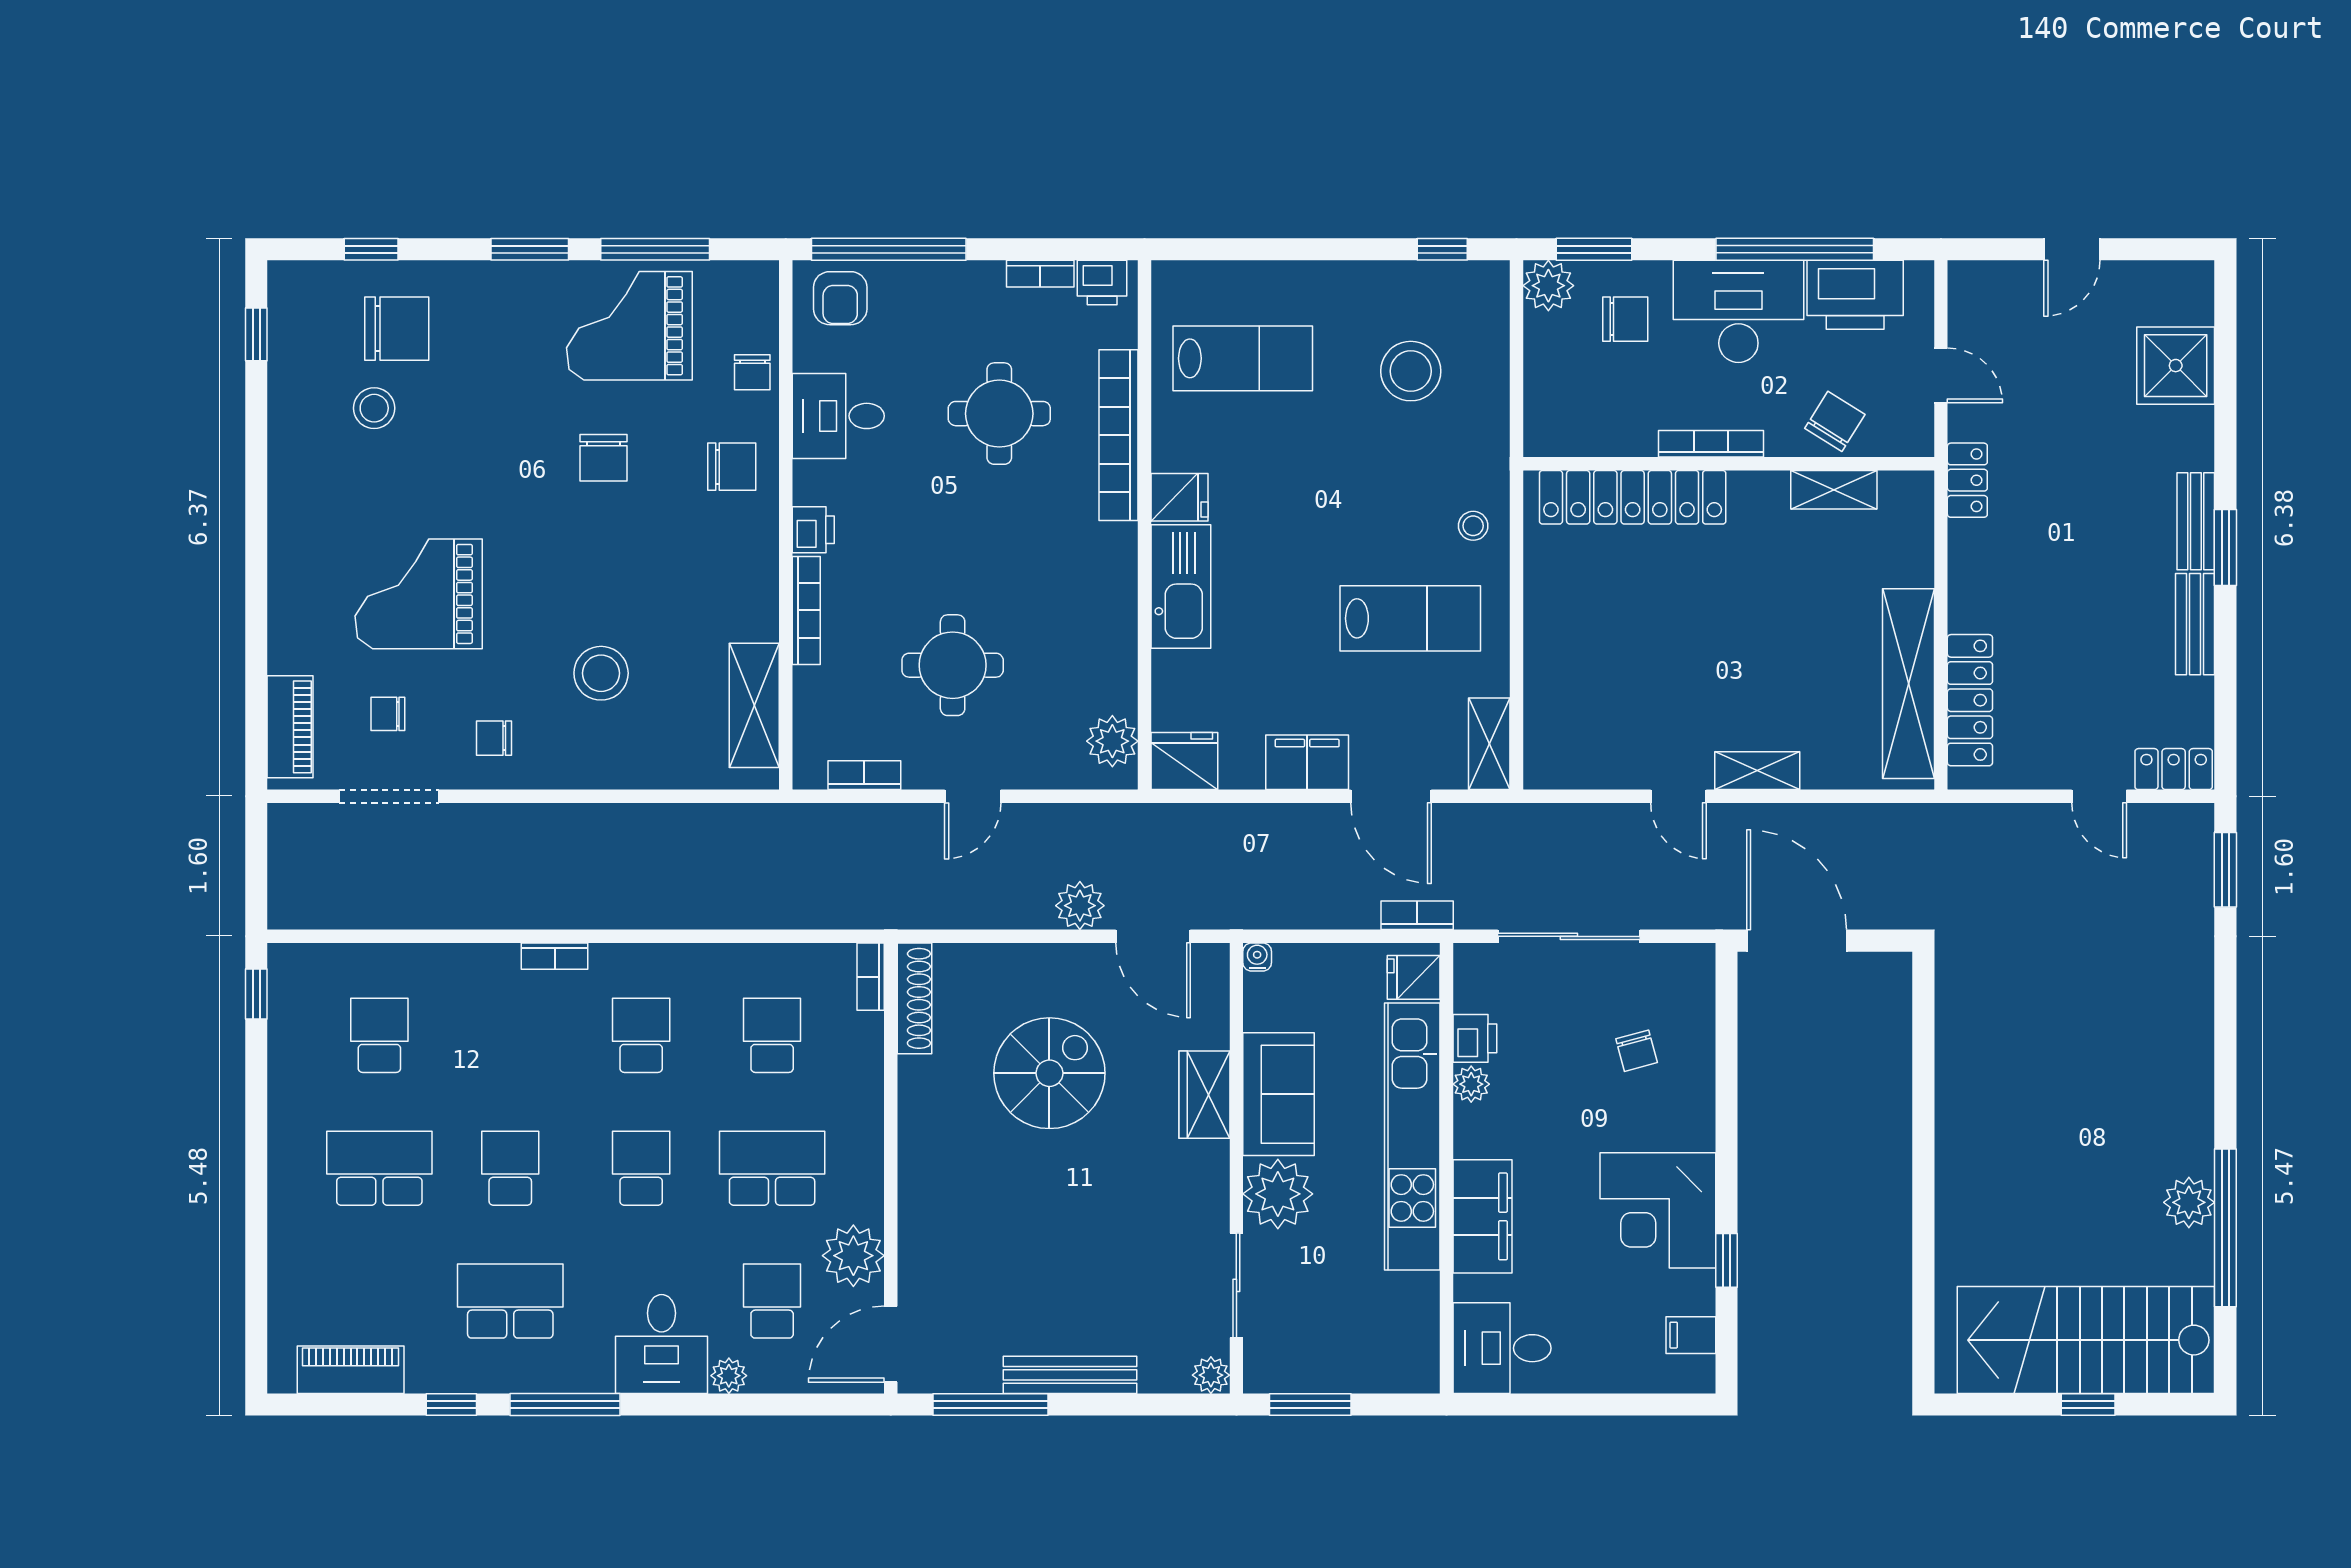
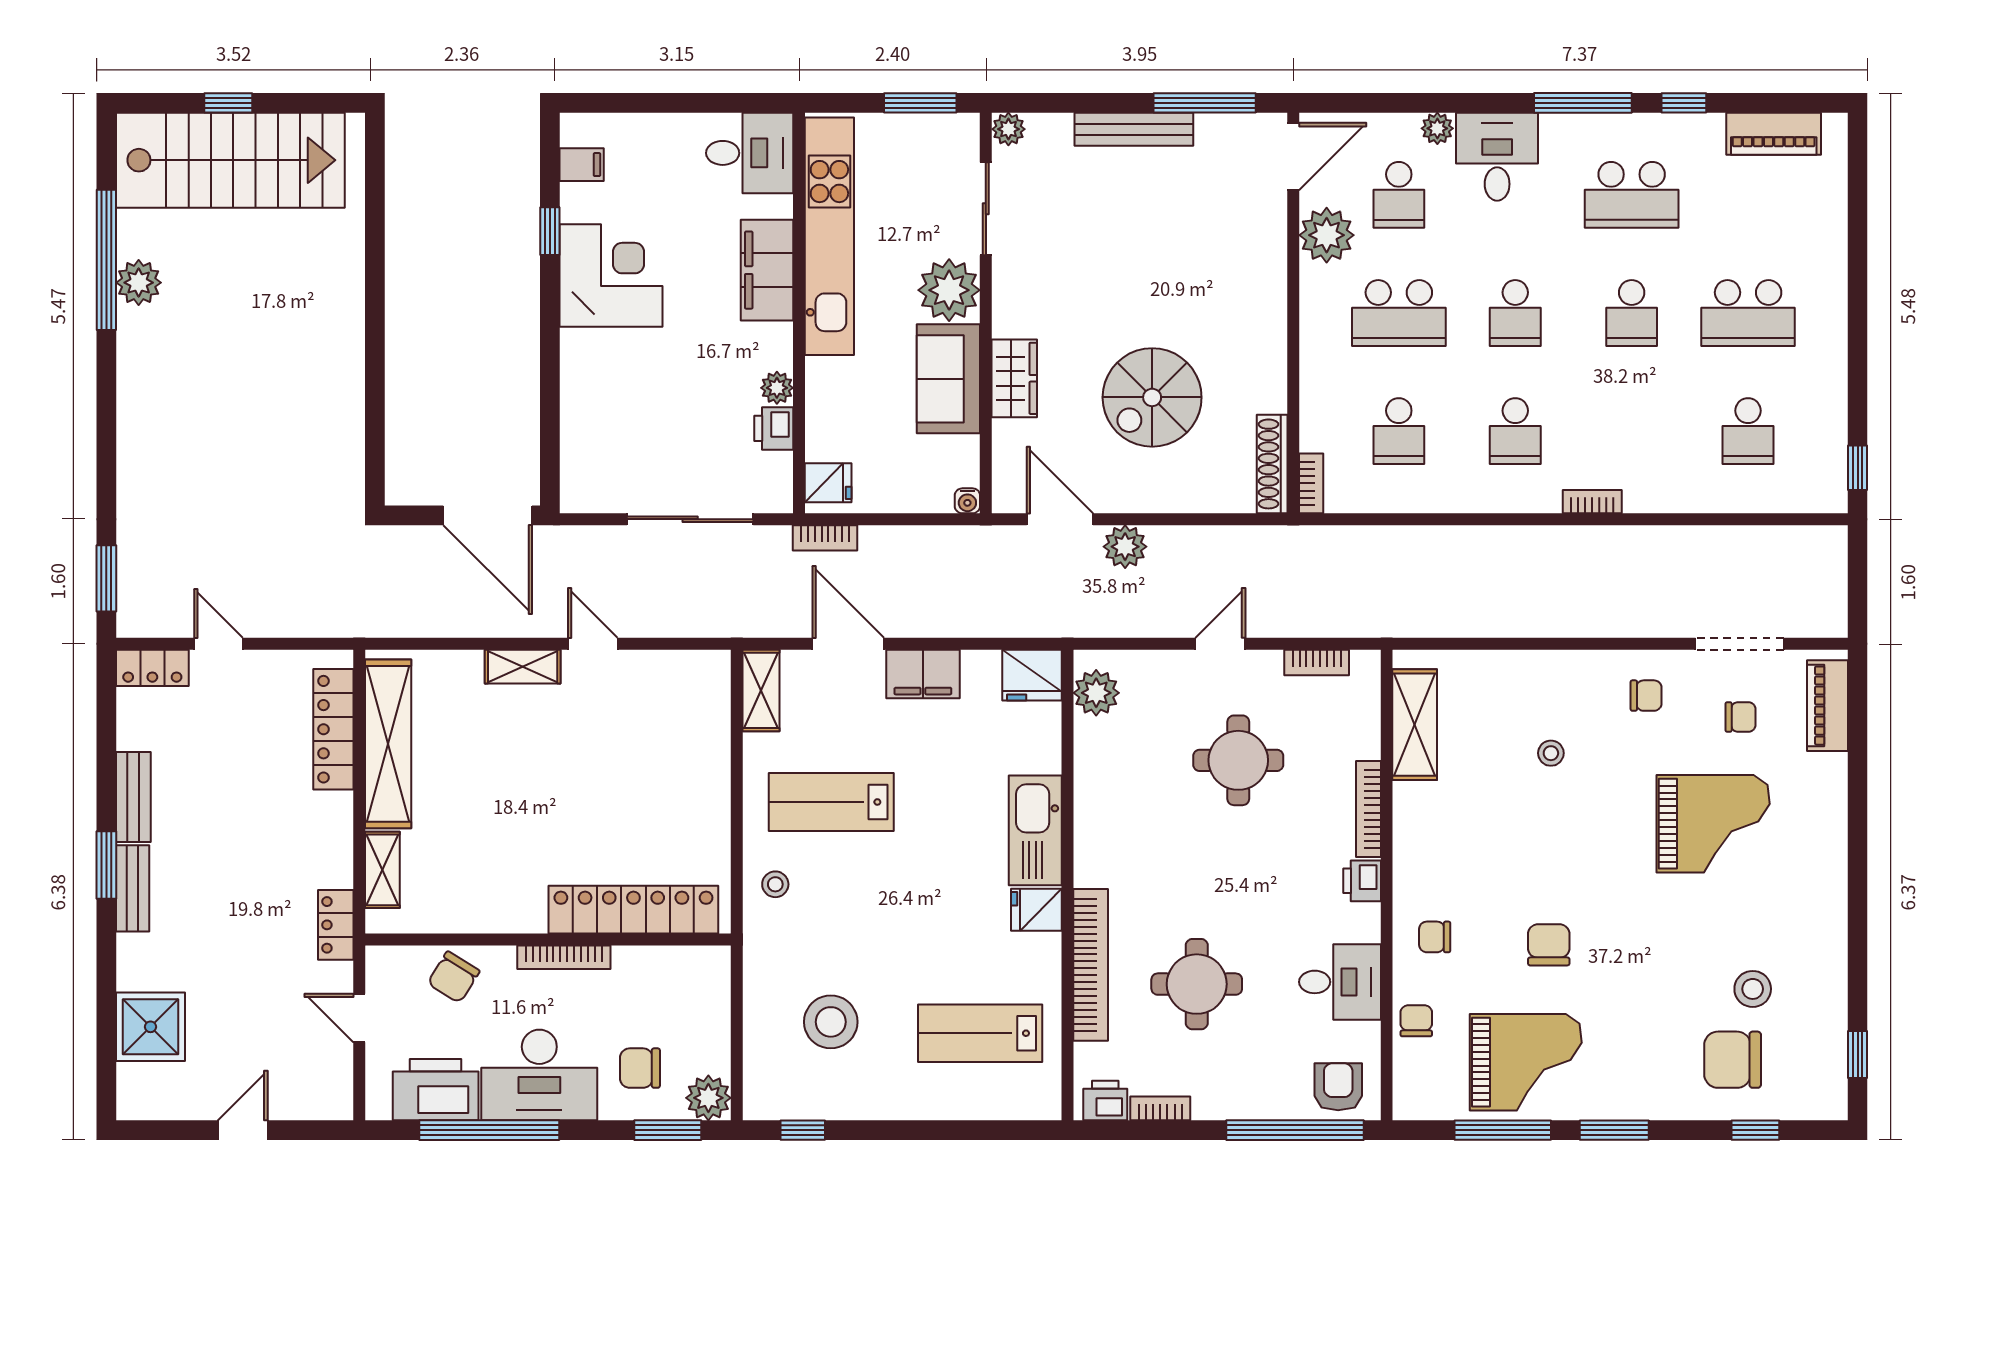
chair: (732, 467) -> (1435, 937), width x0.73, depth x0.73
shelving: (1834, 490) -> (382, 870), moved, turned 90
stool: (601, 673) -> (1551, 753), width x0.53, depth x0.53
chair: (1637, 1051) -> (630, 417), removed
kitchen unit: (1412, 1136) -> (829, 236), moved

